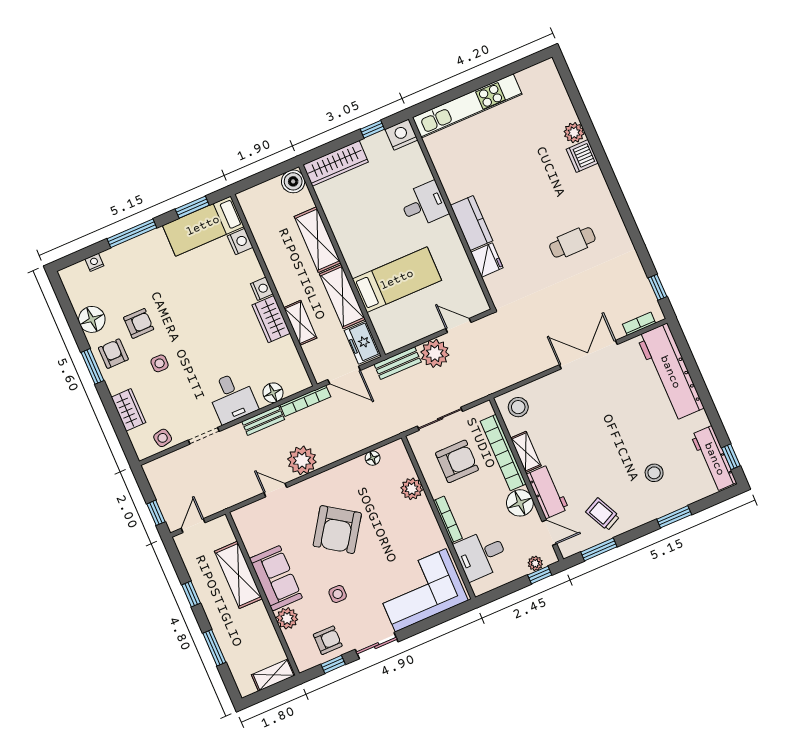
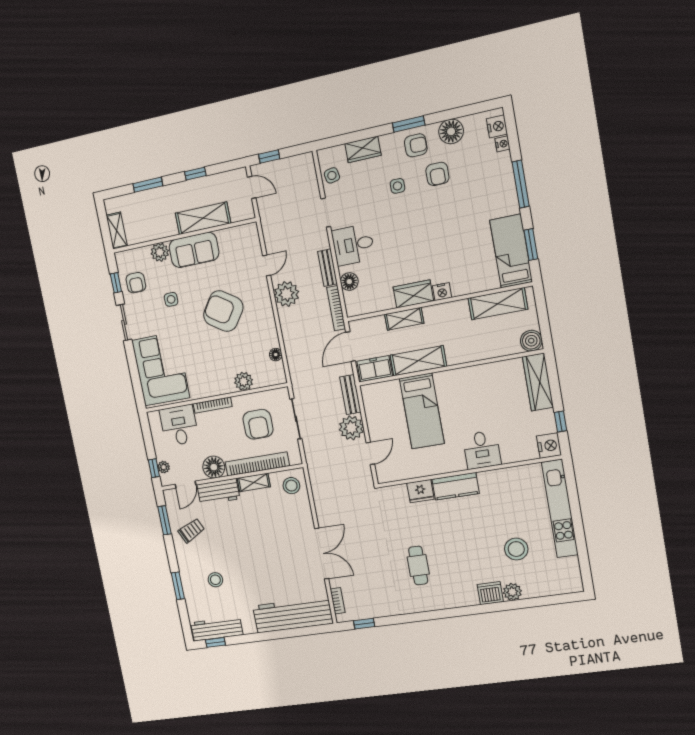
stool: (525, 140) -> (516, 549), added
shelving: (318, 240) -> (498, 304), moved
nightstand: (240, 242) -> (497, 126), moved, turned -90

